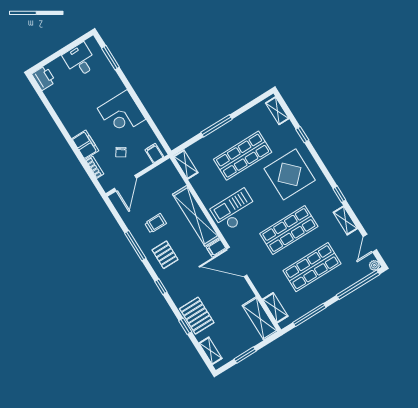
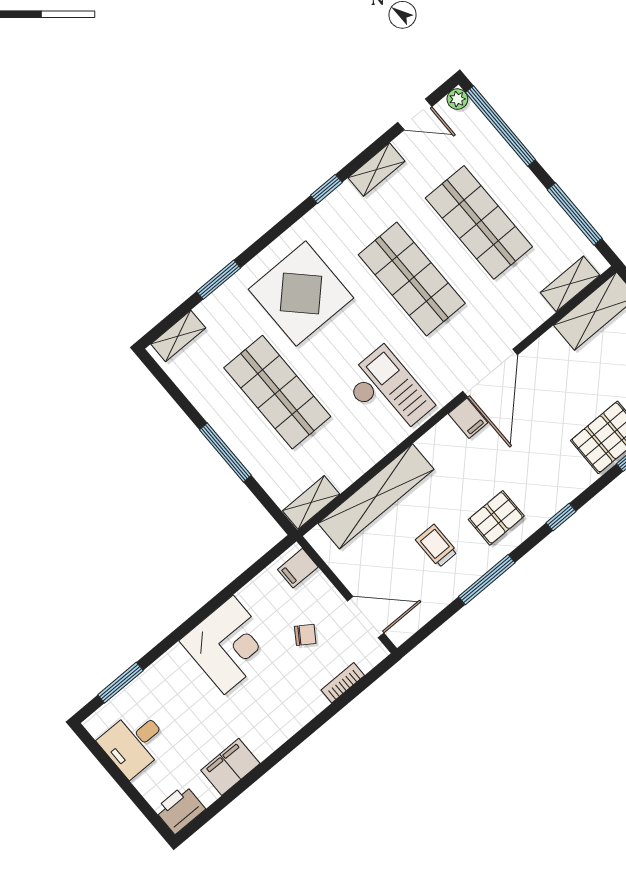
window: (302, 135) -> (219, 280), width x1.50
filing cabinet: (85, 145) -> (230, 767), moved
checkout: (234, 210) -> (388, 393), turned 180
shelving: (196, 216) -> (376, 496), moved

